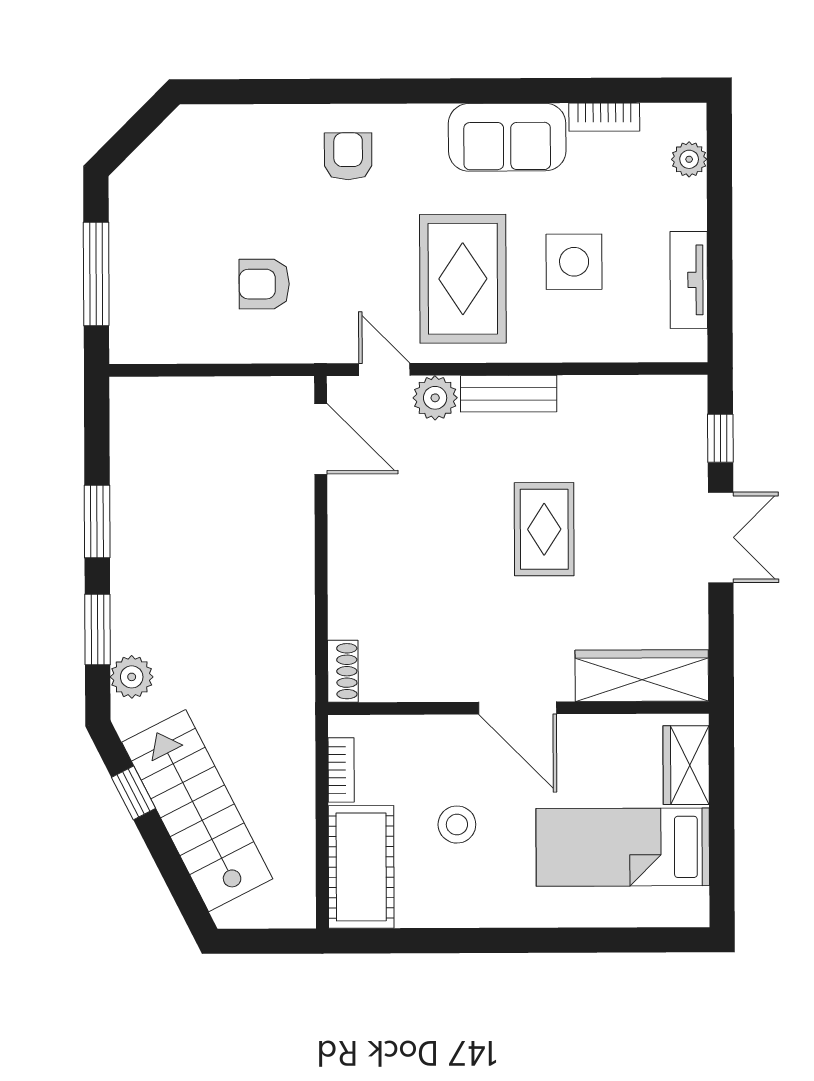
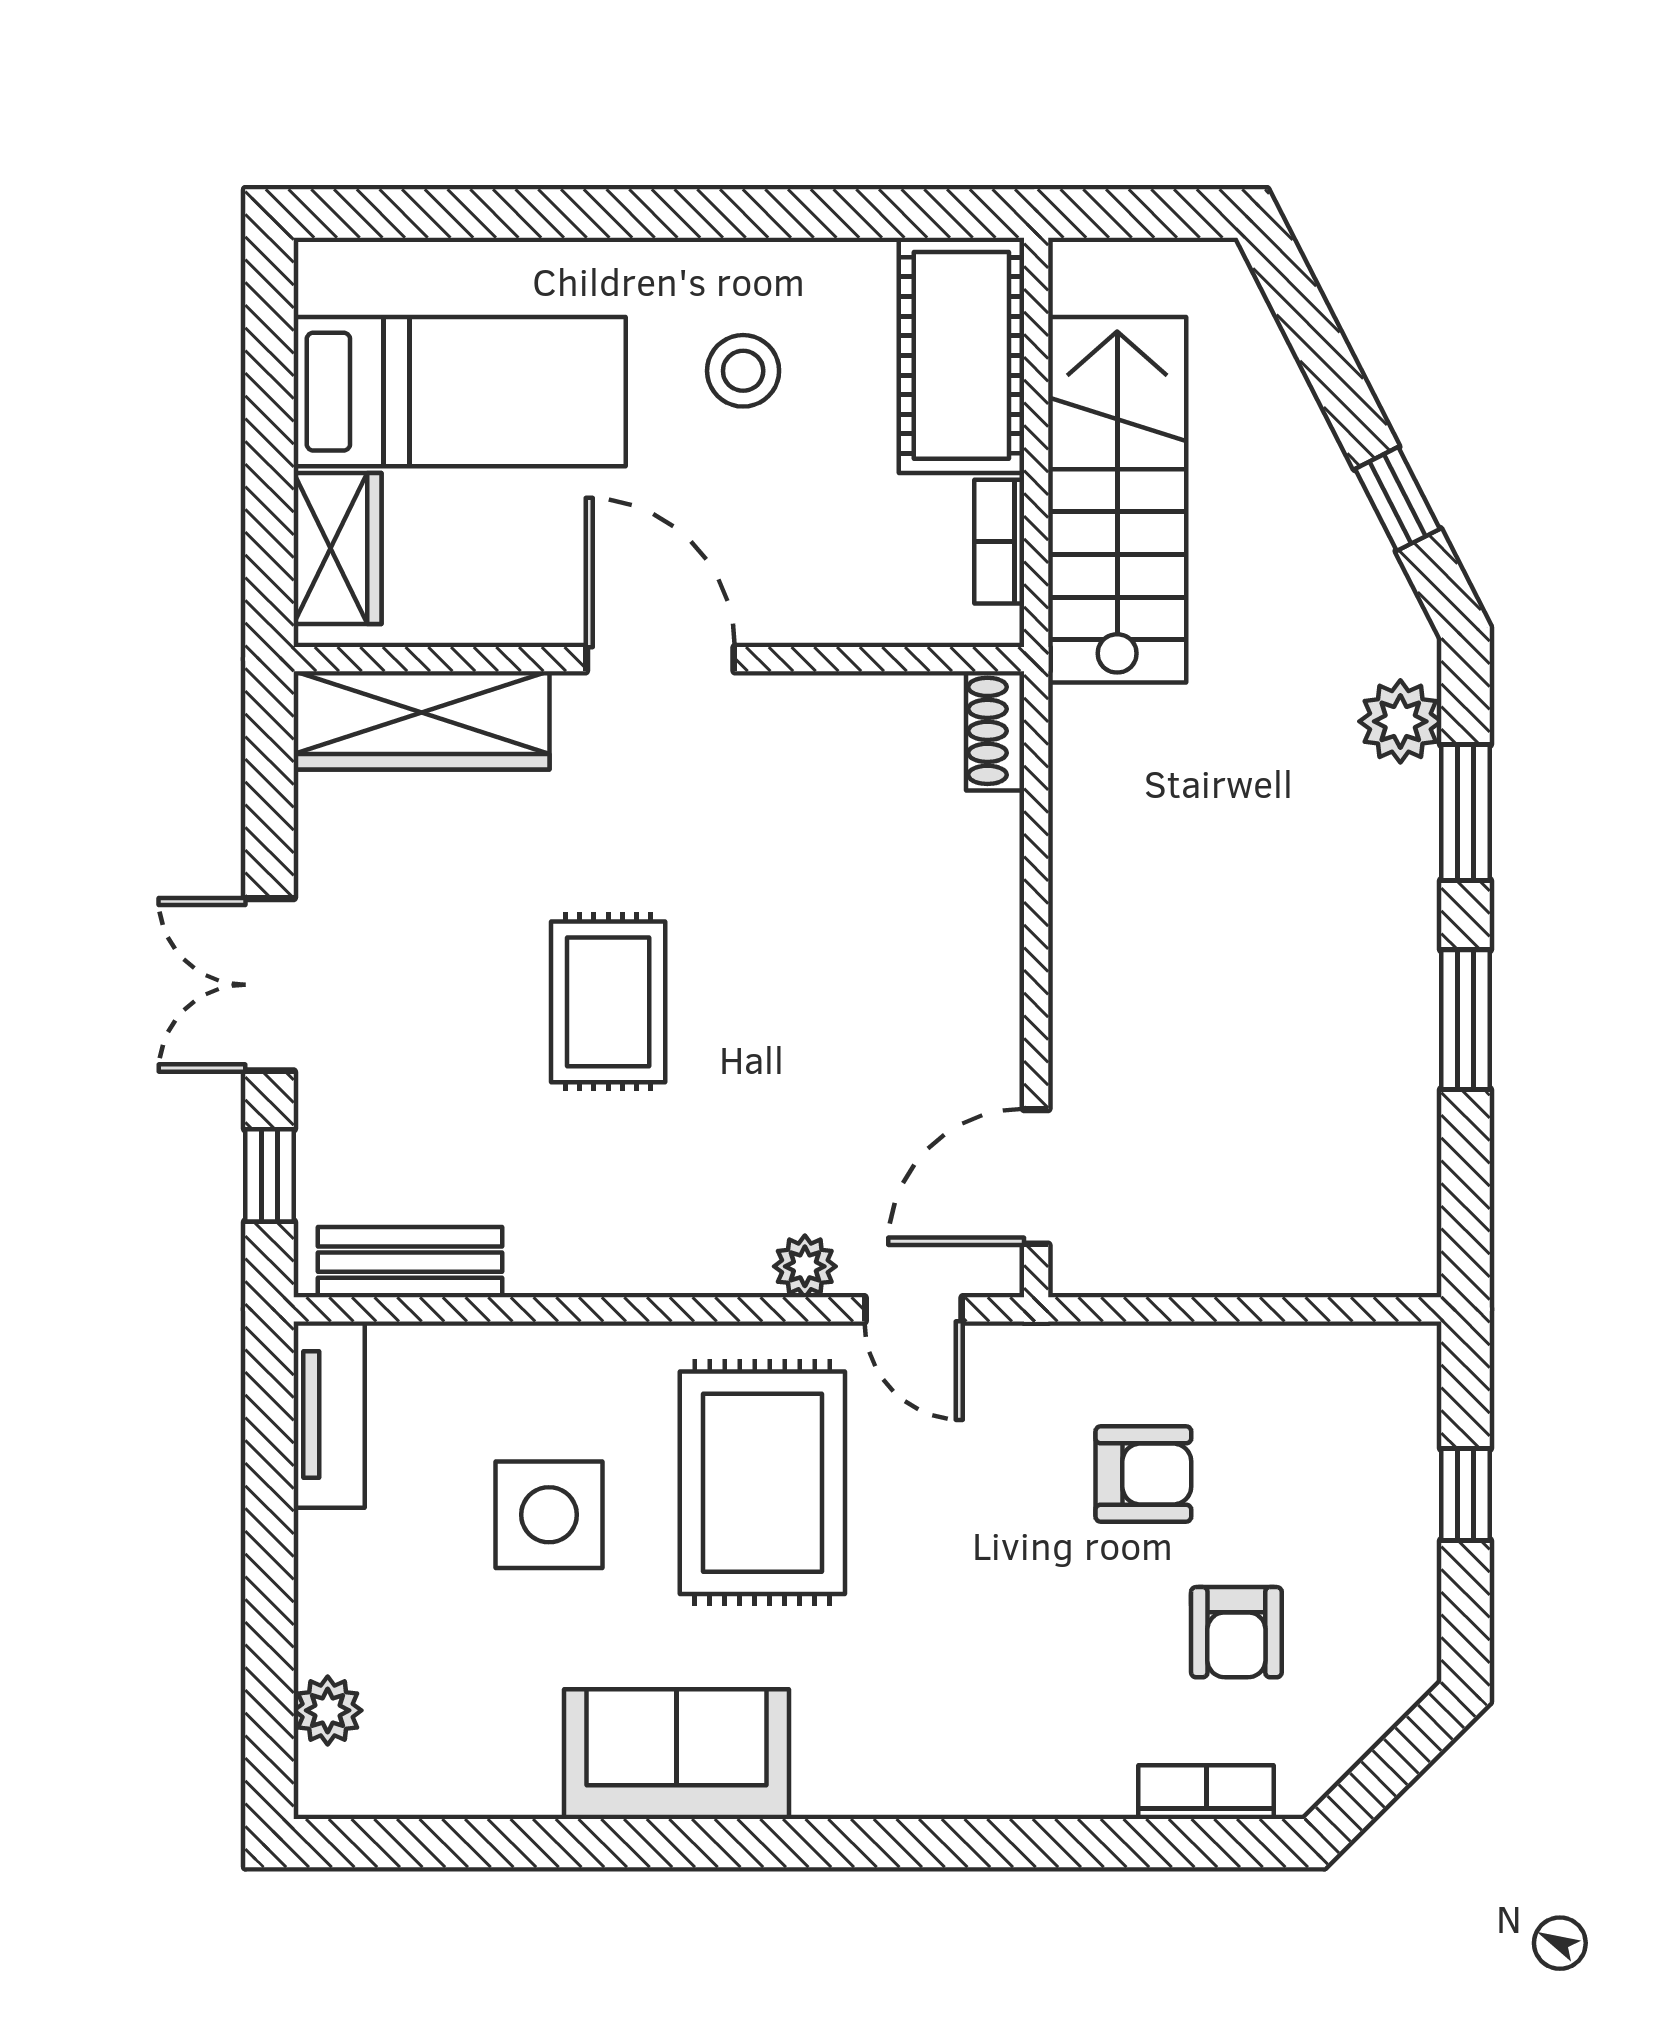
bookcase: (604, 117) -> (1206, 1792), moved
armchair: (348, 156) -> (1236, 1632), moved
window: (96, 274) -> (1466, 1495), width x0.46
tv unit: (689, 280) -> (329, 1415), moved
bench: (509, 394) -> (410, 1262), moved
plant: (435, 398) -> (805, 1266), width x0.73, depth x0.73
door: (321, 439) -> (1036, 1177), hinge flipped
stairs: (197, 811) -> (1117, 500), moved, turned -153
stool: (457, 825) -> (743, 371), moved

